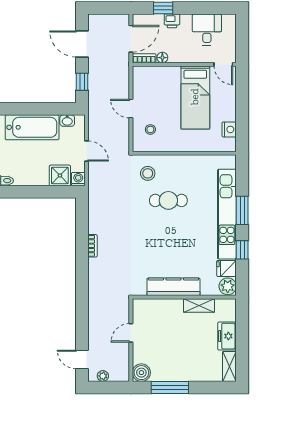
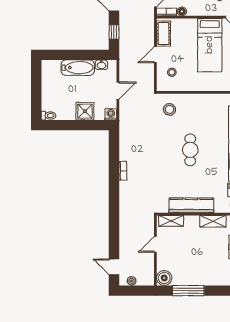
cot: (141, 84) -> (164, 34), added
door: (131, 109) -> (155, 55), hinge flipped
bathtub: (32, 127) -> (78, 68), width x0.73, depth x0.73
door: (87, 151) -> (118, 91), hinge flipped
shower: (60, 175) -> (85, 111), moved
cafe table: (168, 200) -> (190, 150), moved, turned 90
shelving: (149, 305) -> (171, 221), added

